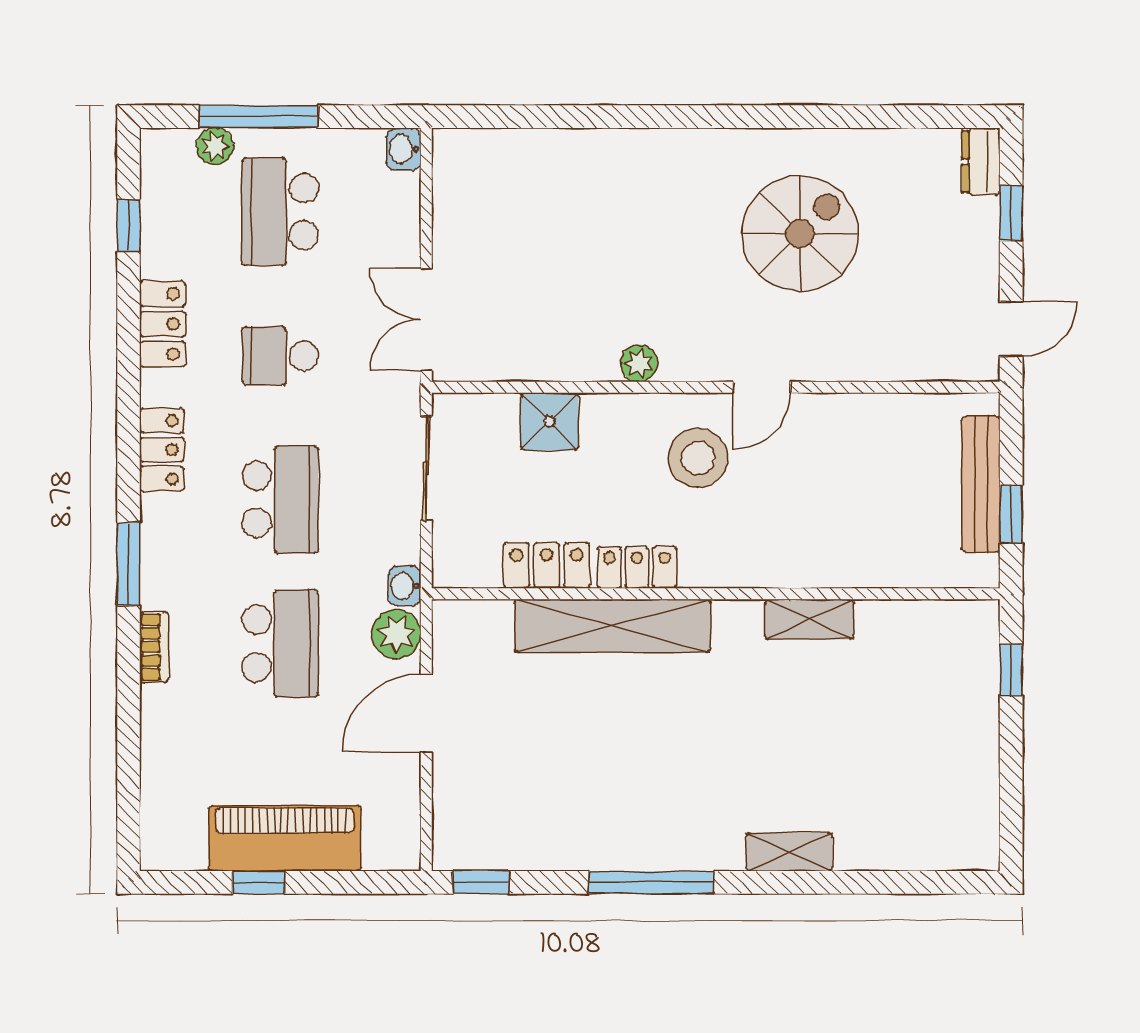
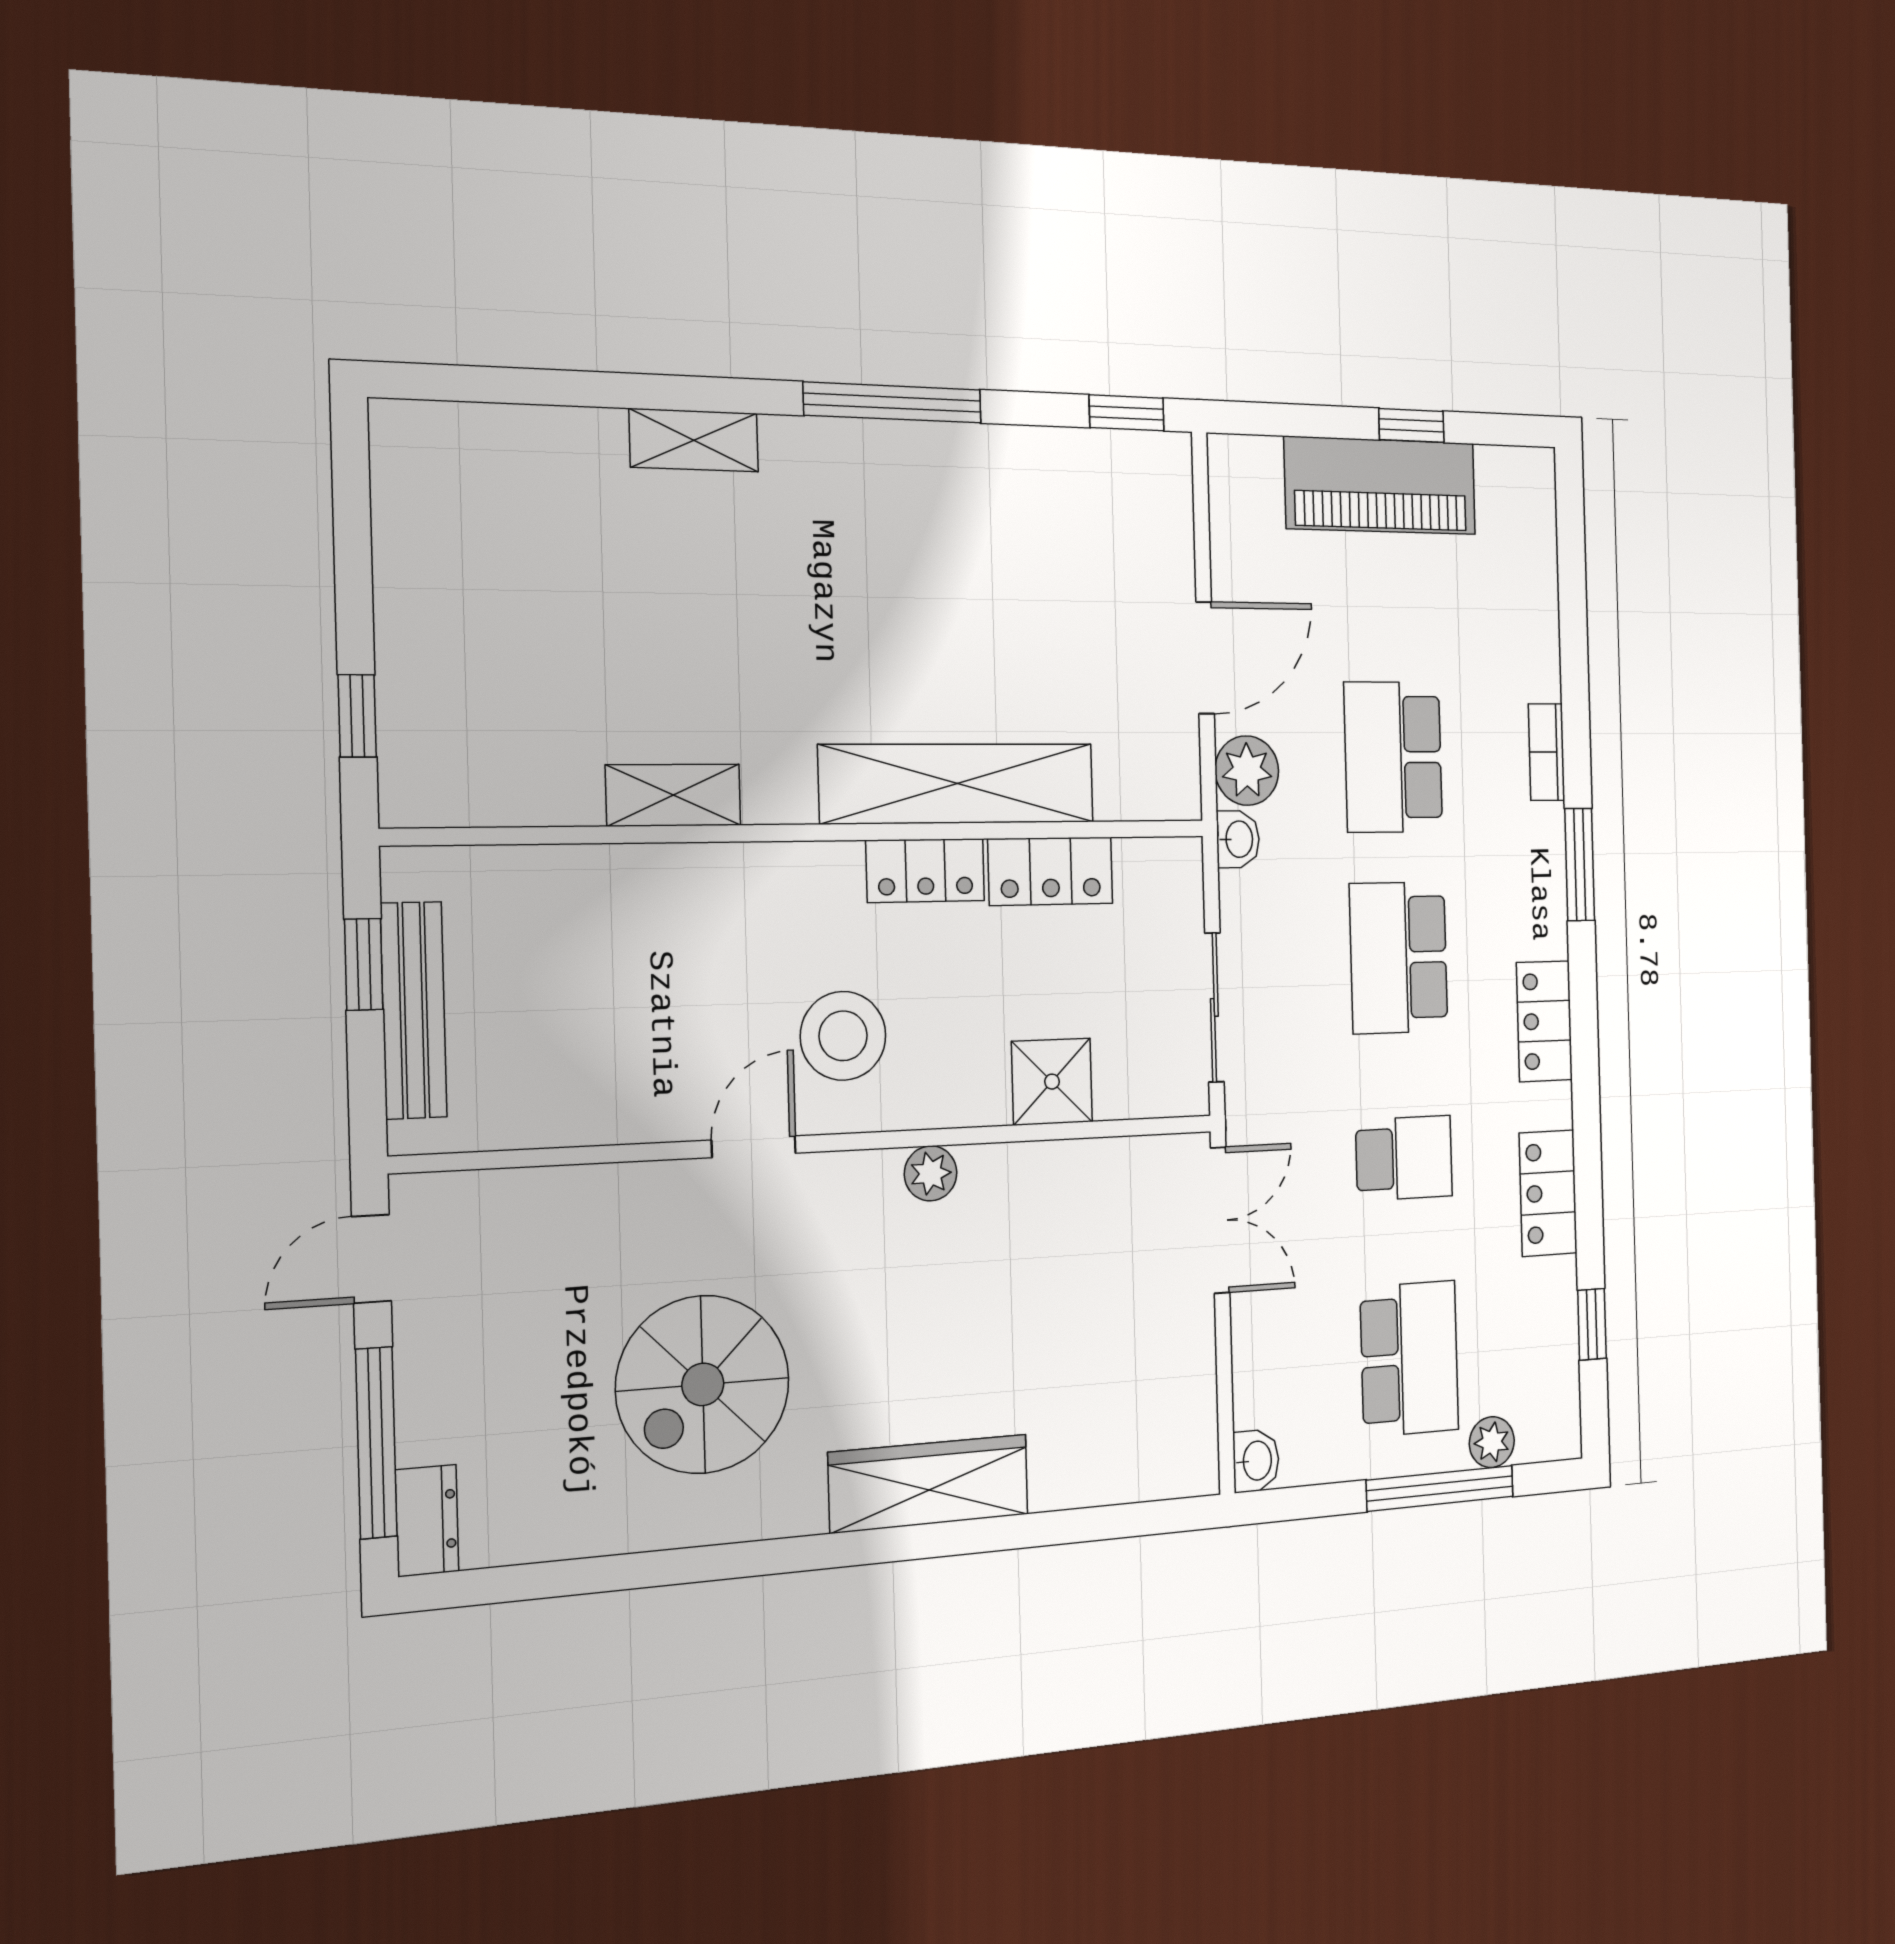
wardrobe: (646, 155) -> (929, 1484), added
window: (1011, 213) -> (376, 1443), width x2.17

